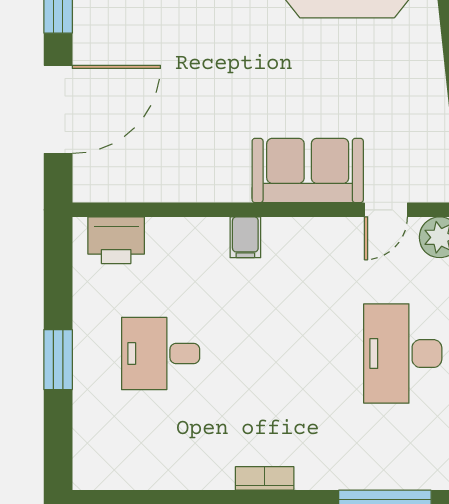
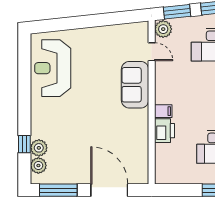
printer: (116, 240) -> (164, 131), moved

